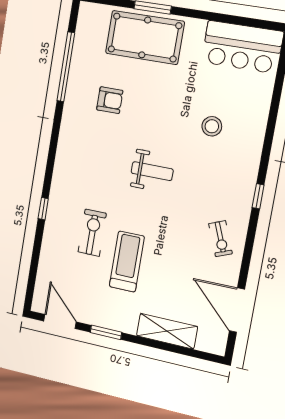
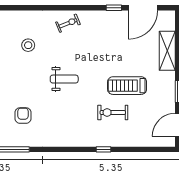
weight bench: (152, 171) -> (64, 79), turned 90
window: (258, 196) -> (114, 8), moved
exercise bike: (221, 239) -> (68, 23), moved

